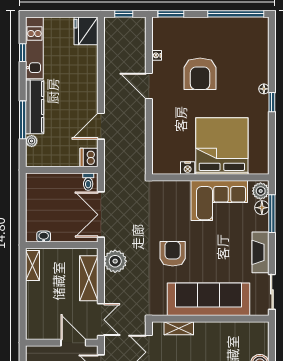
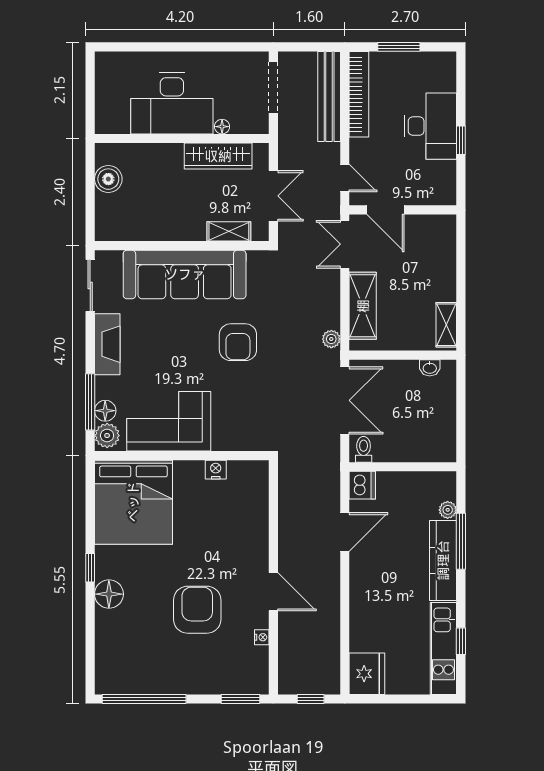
floor lamp: (264, 89) -> (109, 594), width x1.89, depth x1.89
bed: (222, 146) -> (133, 502), moved
plant: (115, 261) -> (331, 339), width x0.53, depth x0.53

